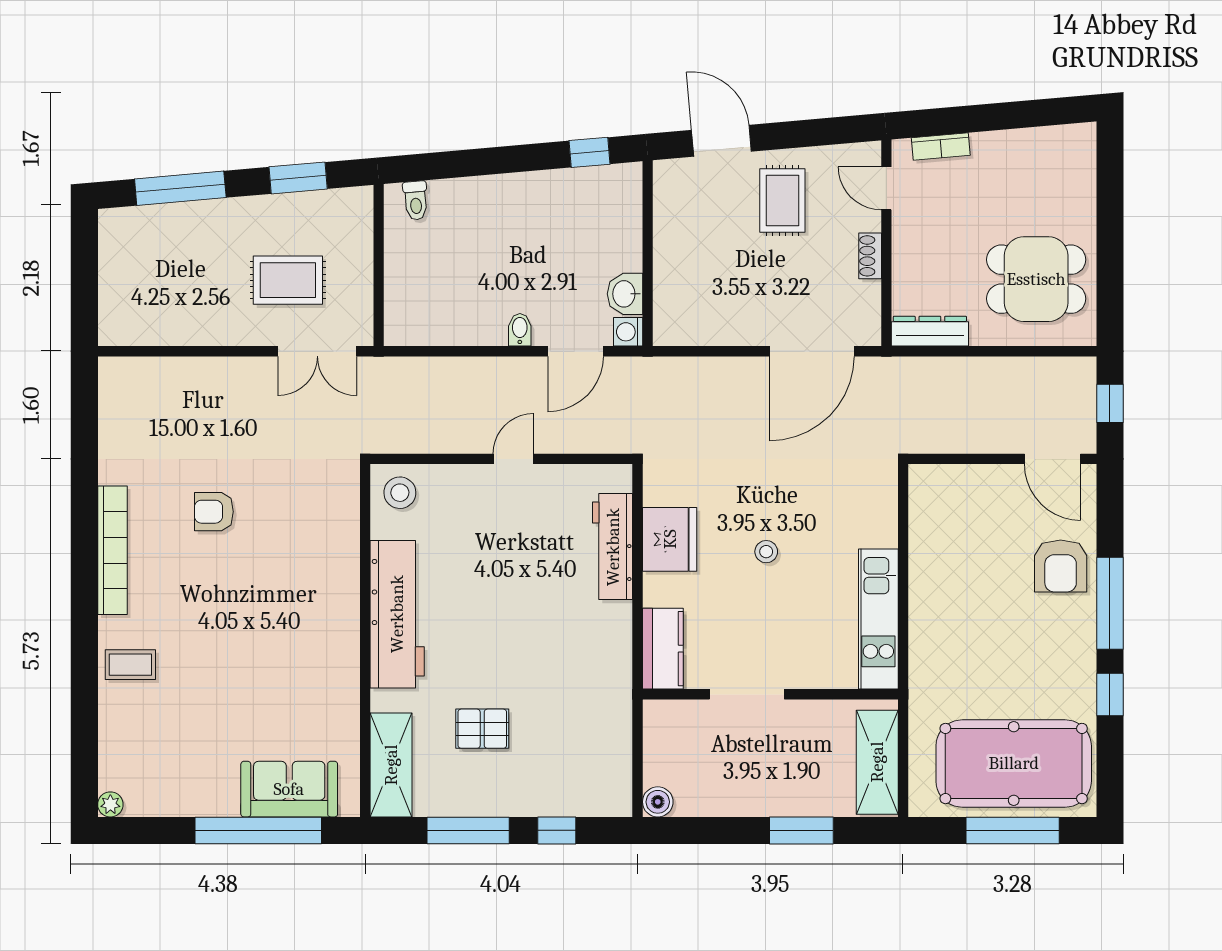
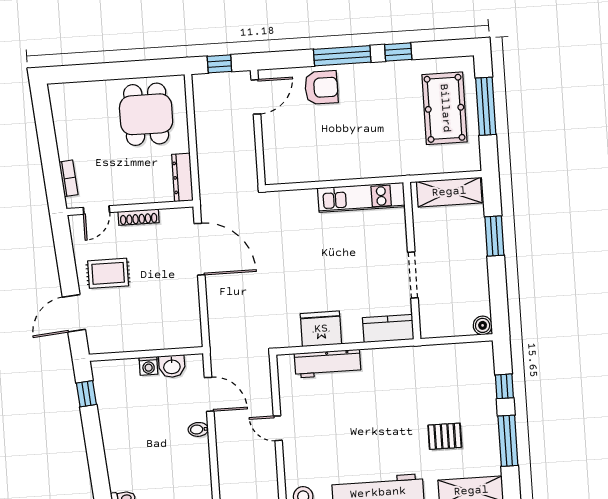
shoe rack: (870, 256) -> (139, 217), width x1.43
washing machine: (628, 332) -> (148, 366), moved
stool: (766, 552) -> (324, 269), removed
pallet: (482, 729) -> (445, 436), turned 90
pool table: (1014, 763) -> (445, 108), width x0.73, depth x0.76

